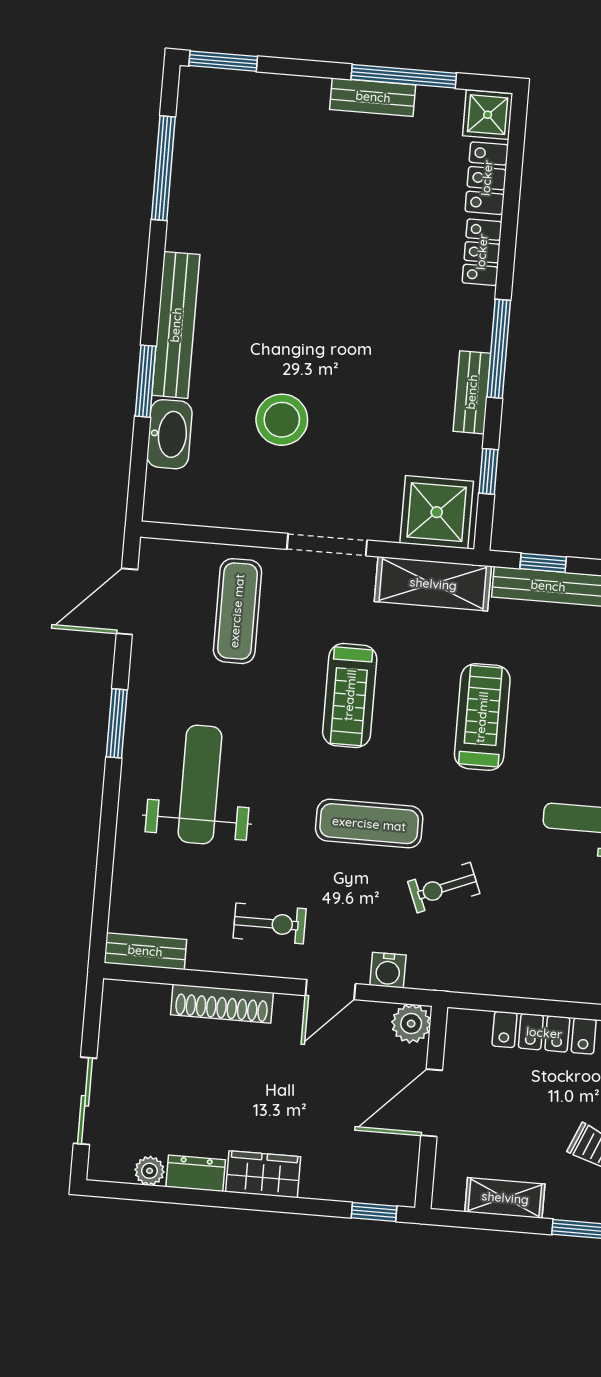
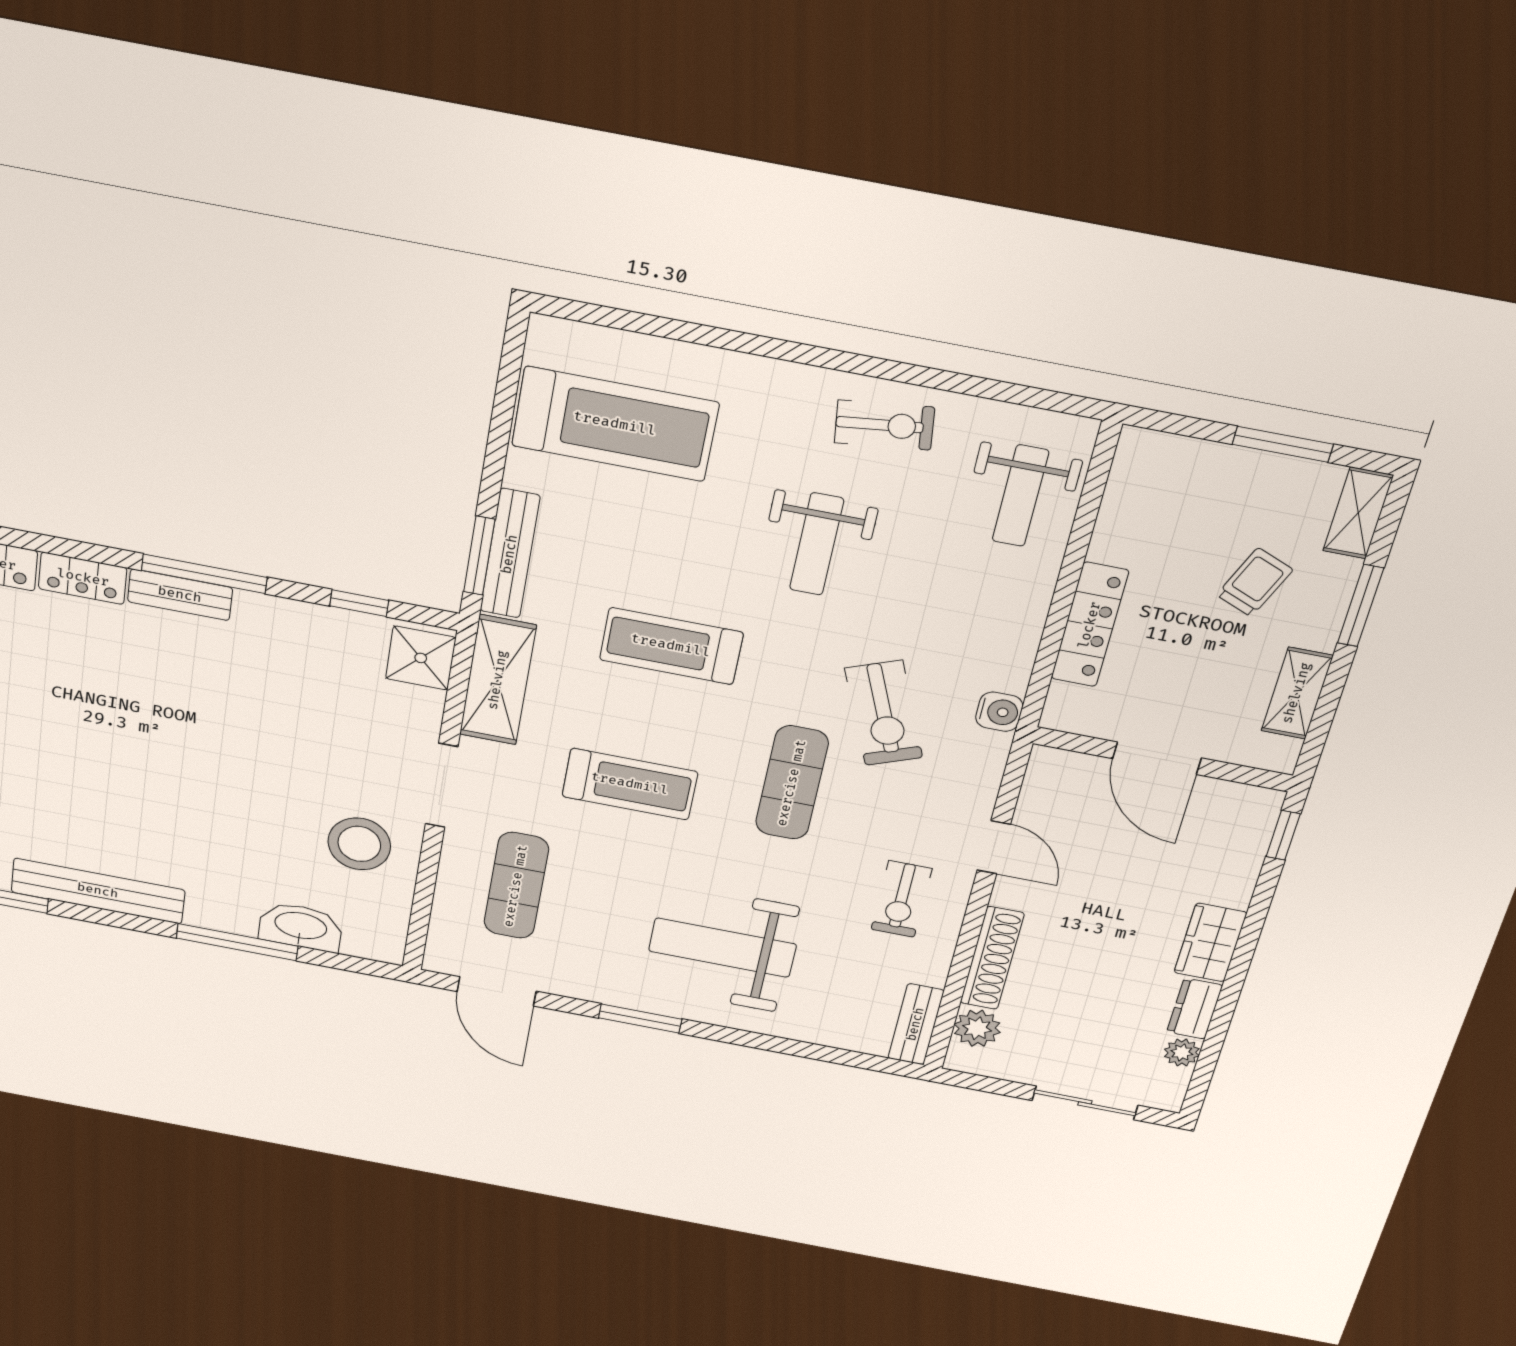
bench: (176, 325) -> (98, 891), moved
window: (145, 381) -> (237, 942), width x1.44
bench: (472, 392) -> (180, 595), moved
stool: (282, 420) -> (359, 844), moved
shower: (437, 512) -> (421, 658), width x0.73, depth x0.73
window: (543, 563) -> (479, 556), width x1.50
exercise mat: (237, 611) -> (516, 886), turned 90
exercise bike: (444, 888) -> (884, 713), width x1.38, depth x1.39
exercise bike: (270, 923) -> (901, 899), turned 180
water cooler: (388, 970) -> (999, 712), moved
plant: (411, 1024) -> (977, 1028), moved

